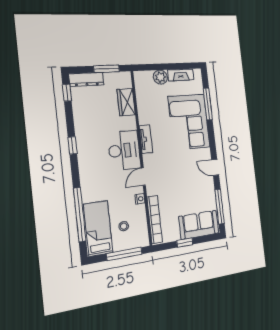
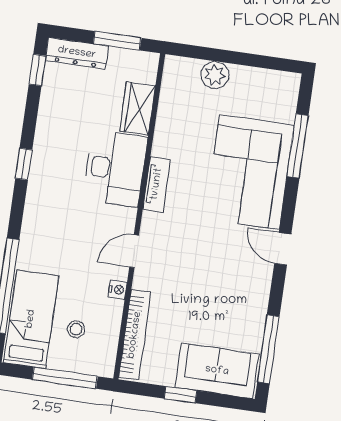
fireplace: (181, 75) -> (257, 78), removed
desk: (124, 150) -> (115, 169), moved
door: (215, 167) -> (283, 249), moved

